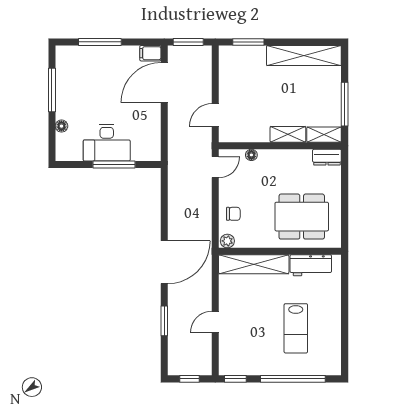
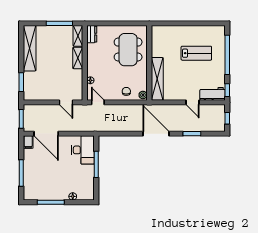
desk: (107, 143) -> (83, 150), moved
workbench: (311, 265) -> (213, 94), moved, turned -90

